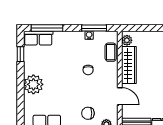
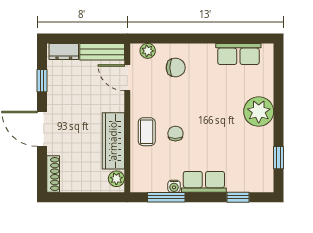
window: (47, 28) -> (238, 197), width x0.46
row of seats: (38, 38) -> (204, 182), moved
coffee table: (111, 52) -> (147, 132), moved
door: (120, 96) -> (127, 78), moved

